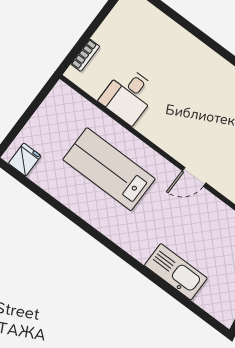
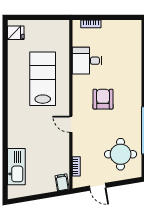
armchair: (193, 112) -> (103, 99), added
kitchen sink: (176, 272) -> (16, 167), moved

